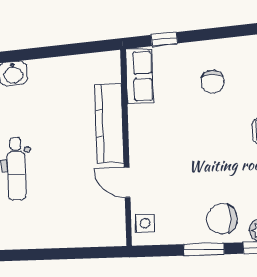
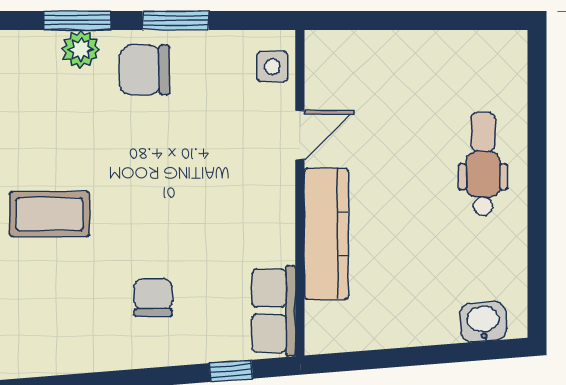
door: (127, 182) -> (300, 135), hinge flipped
chair: (222, 219) -> (145, 70), turned 180

